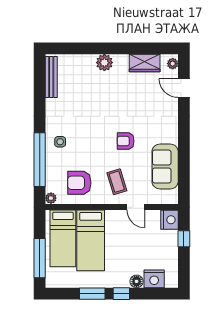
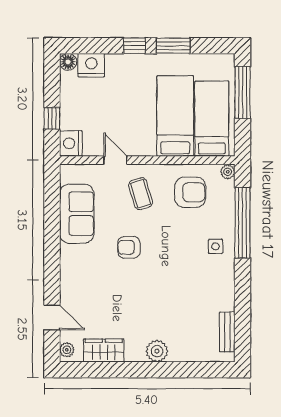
bench: (51, 77) -> (227, 332), width x0.73
armchair: (126, 141) -> (129, 247), turned 180
floor lamp: (137, 281) -> (68, 62), moved

